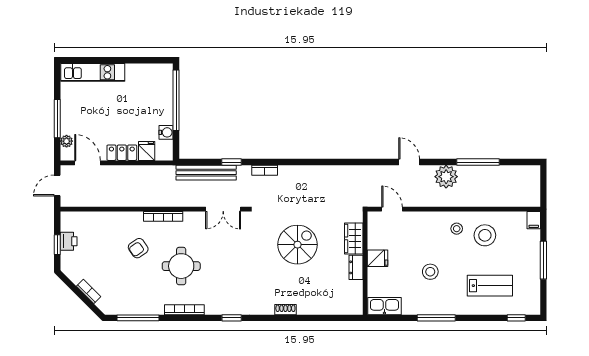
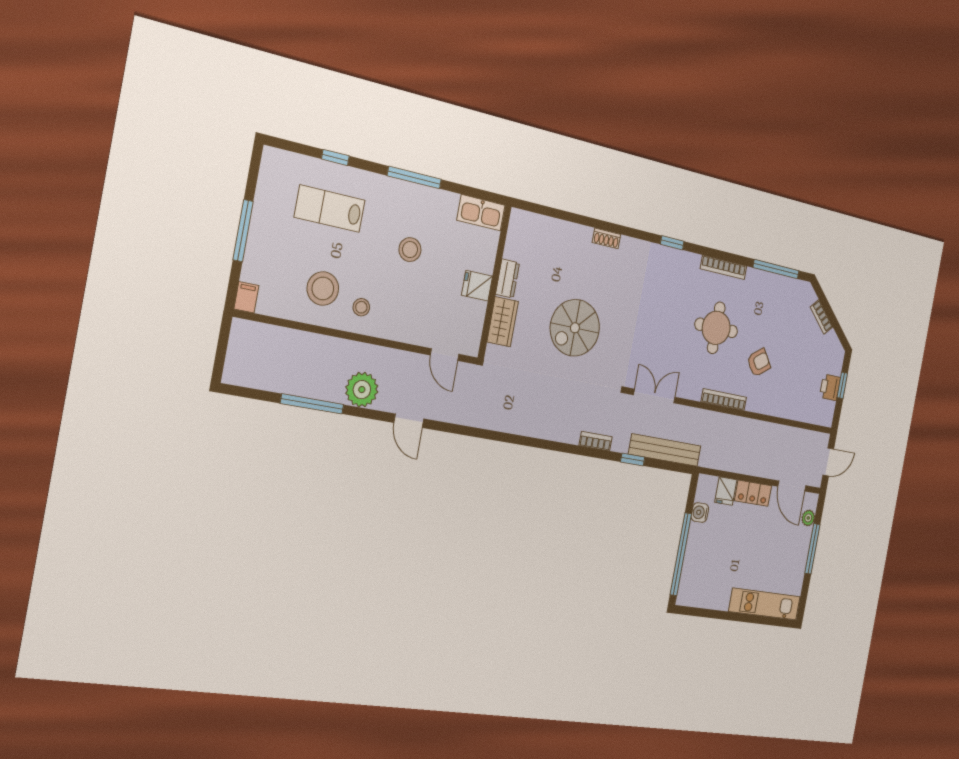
window: (516, 318) -> (335, 157), moved

